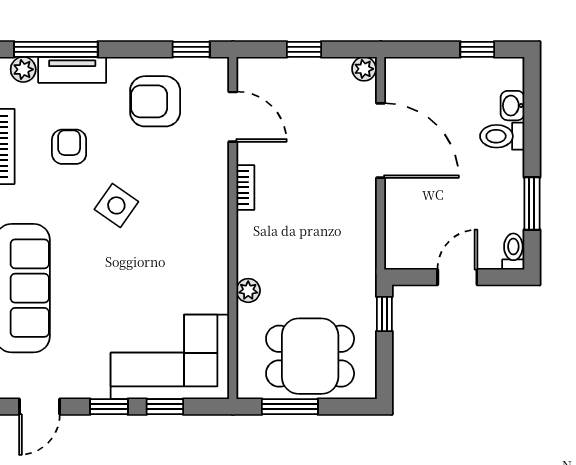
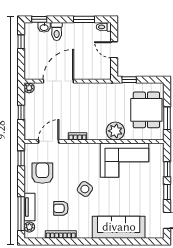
window: (532, 94) -> (39, 19), added
armchair: (155, 101) -> (42, 173), turned 180
plant: (248, 290) -> (115, 131), width x1.88, depth x1.88
corner sofa: (170, 357) -> (125, 160), moved, turned -90

